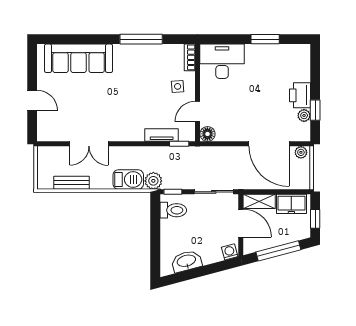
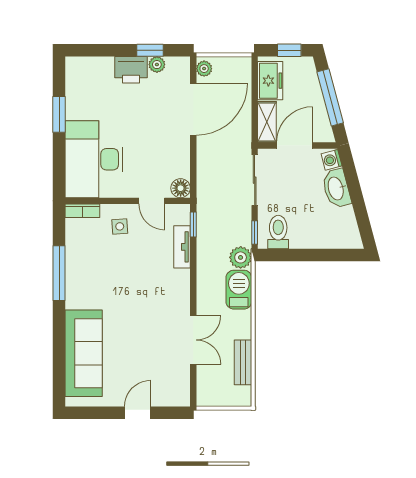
desk: (222, 61) -> (94, 159), width x1.36, depth x1.30
washbasin: (186, 261) -> (336, 188), moved

